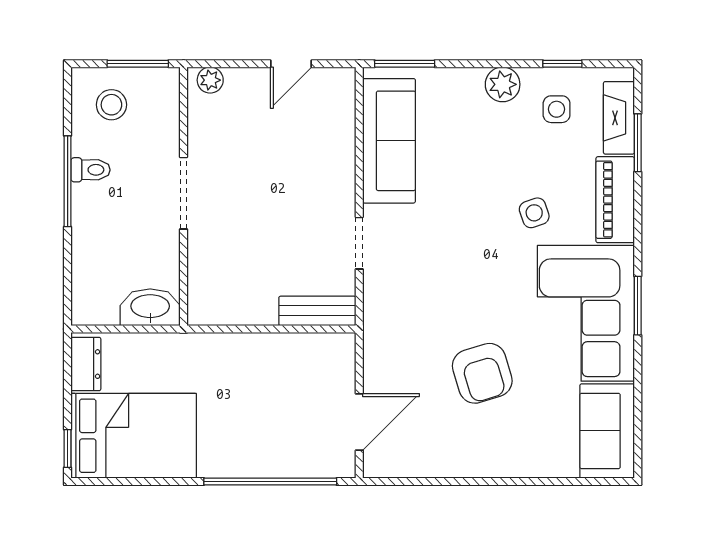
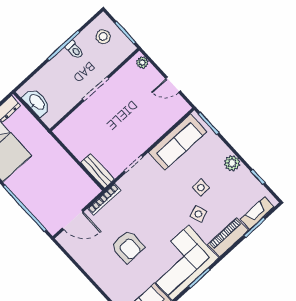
side table: (557, 109) -> (201, 188), moved
washbasin: (150, 307) -> (37, 102), moved
bookcase: (373, 342) -> (104, 199), added
armchair: (482, 373) -> (128, 246), turned -73

